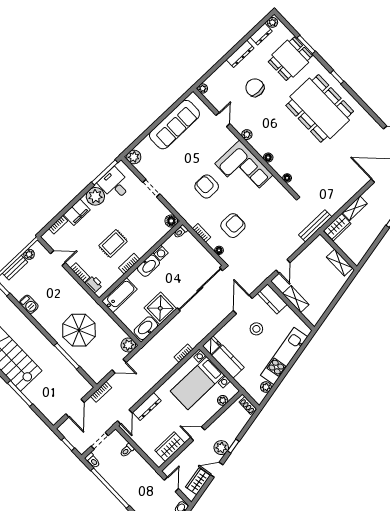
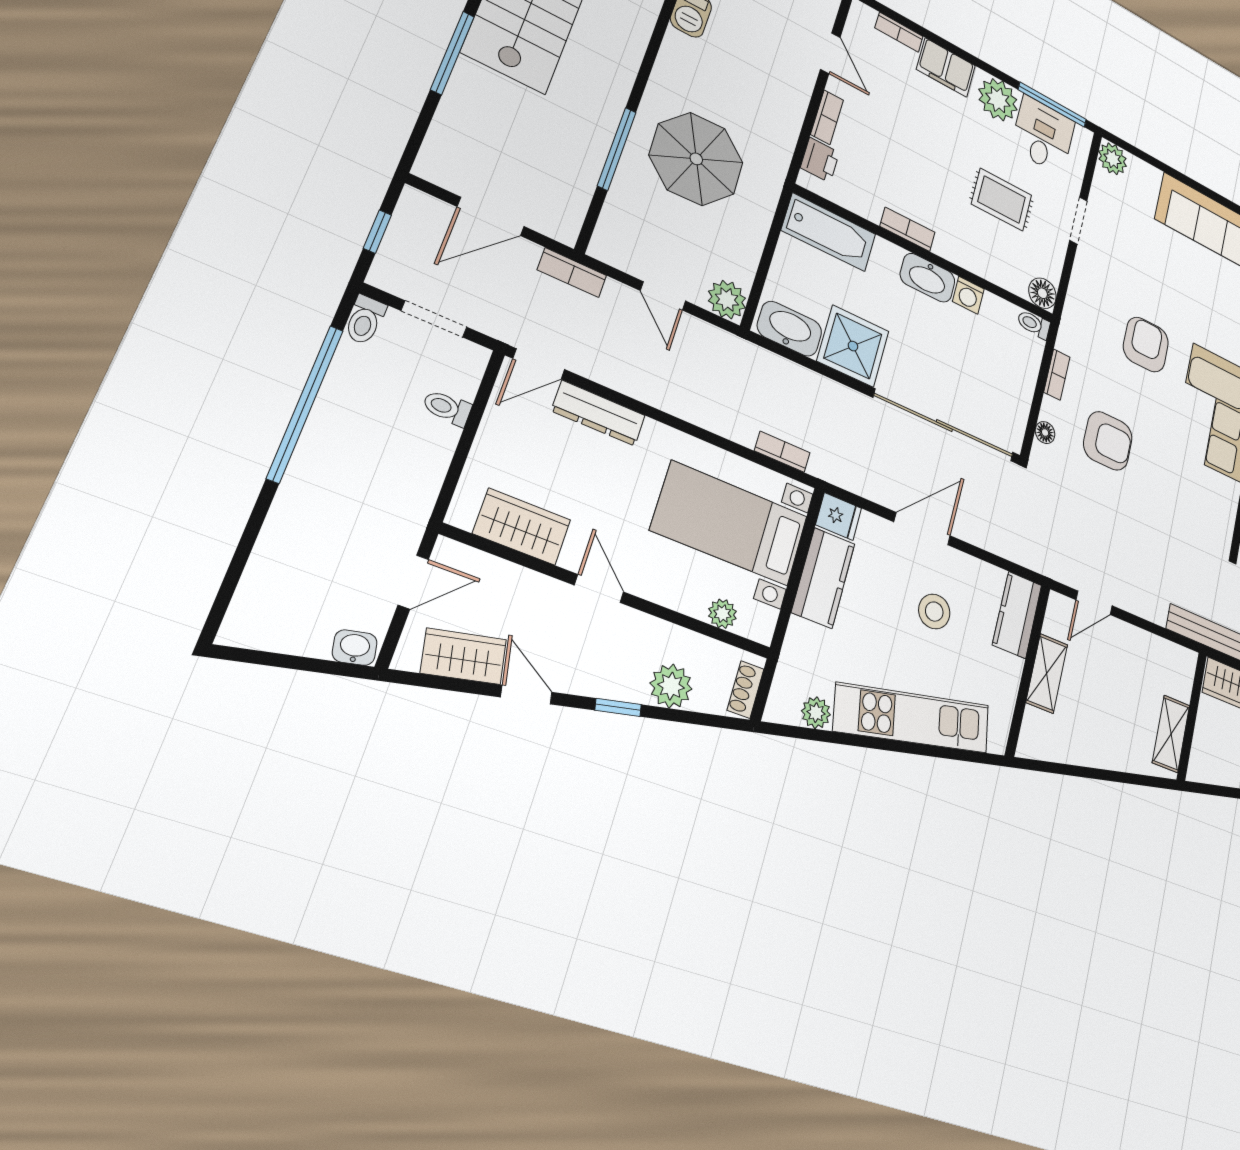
rug: (113, 243) -> (1002, 200), moved
door: (243, 305) -> (922, 529), moved
plant: (221, 448) -> (671, 686), moved

